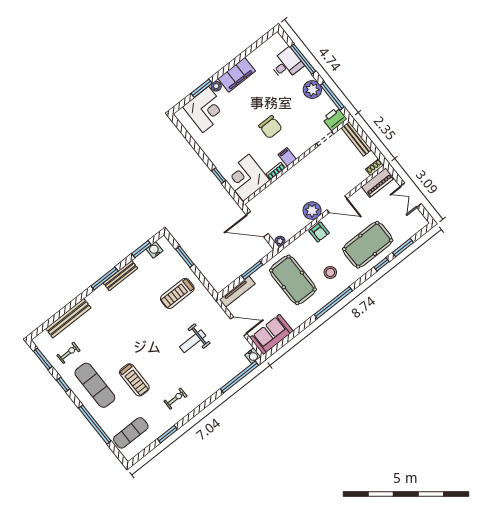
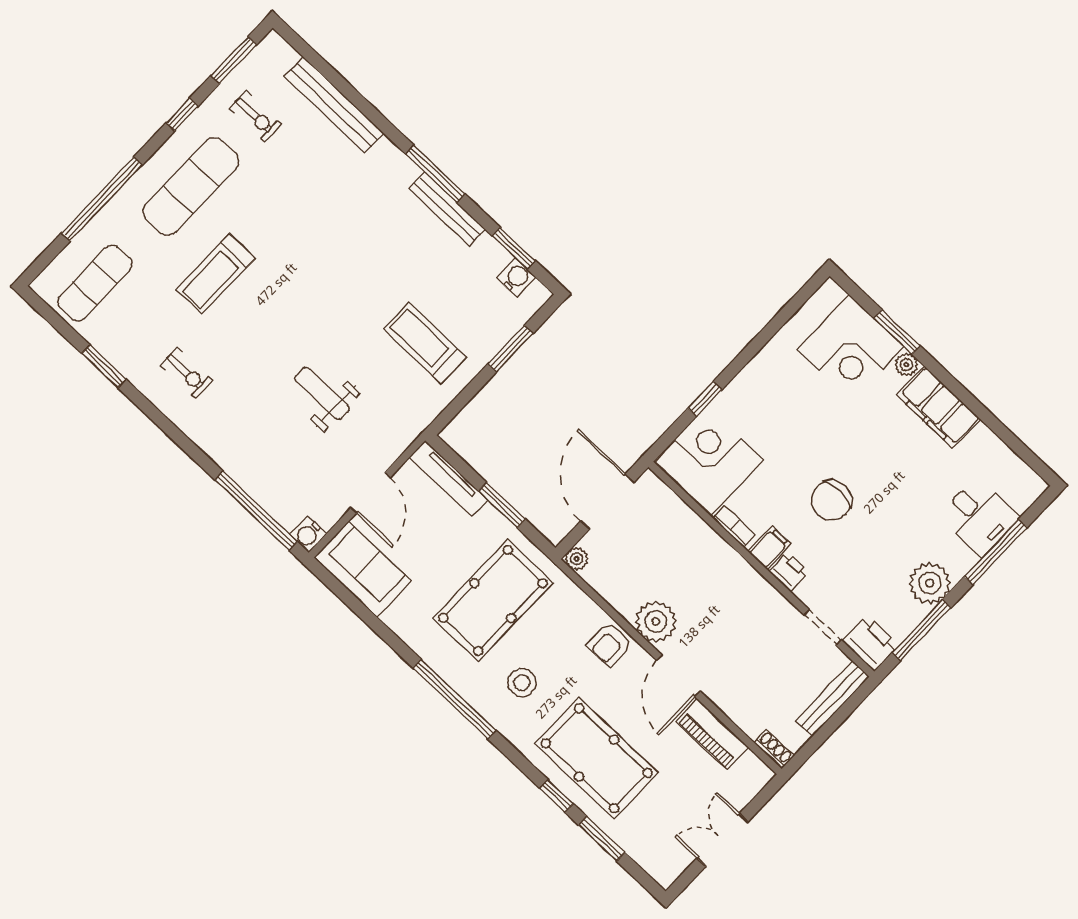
printer: (299, 150) -> (789, 572), added
piano: (378, 183) -> (712, 734), moved
exercise mat: (131, 433) -> (95, 283), turned 90

